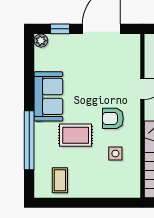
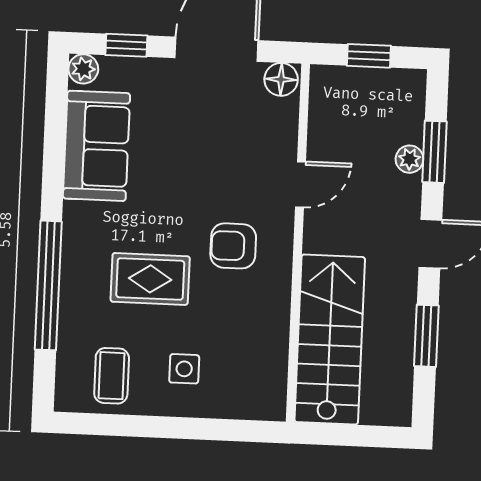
floor lamp: (131, 41) -> (281, 79), added
sofa: (48, 96) -> (96, 146), moved
side table: (115, 154) -> (184, 369), moved

